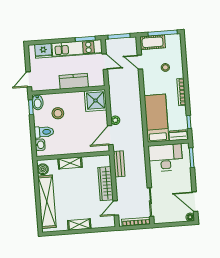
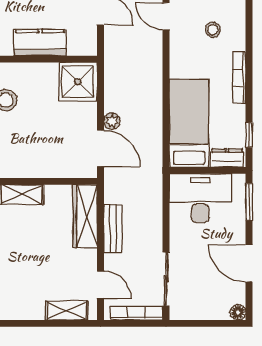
door: (110, 135) -> (100, 148), swing flipped
bench: (119, 164) -> (113, 228), moved
wardrobe: (106, 184) -> (85, 216), moved
door: (195, 202) -> (249, 263), moved
door: (116, 208) -> (100, 285), swing flipped
shelving: (79, 225) -> (67, 311), moved

